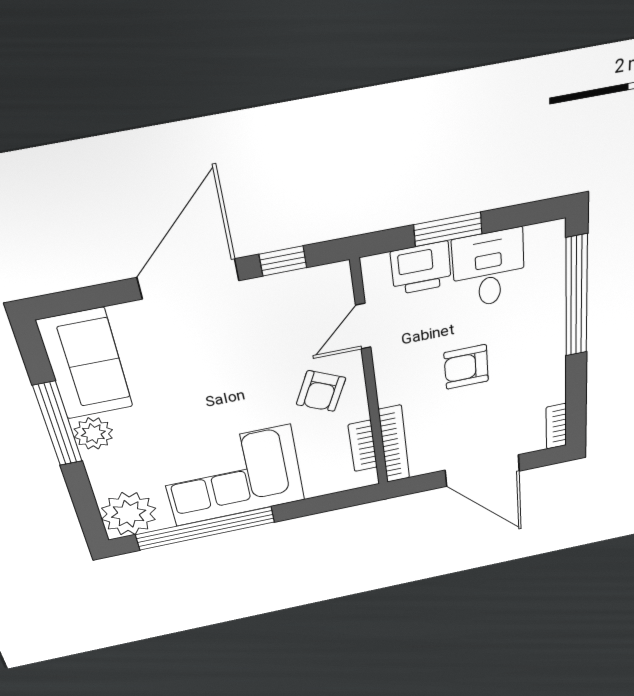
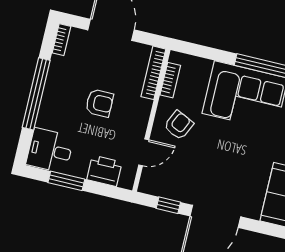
window: (448, 229) -> (66, 181), moved
desk: (489, 269) -> (50, 151), moved, turned 90
window: (576, 297) -> (36, 94), moved

